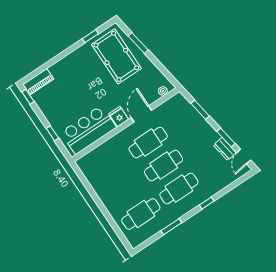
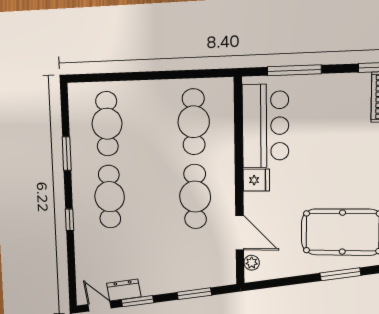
door: (141, 114) -> (240, 233), moved
window: (52, 133) -> (294, 70), width x2.17
cafe table: (164, 166) -> (194, 122), moved

